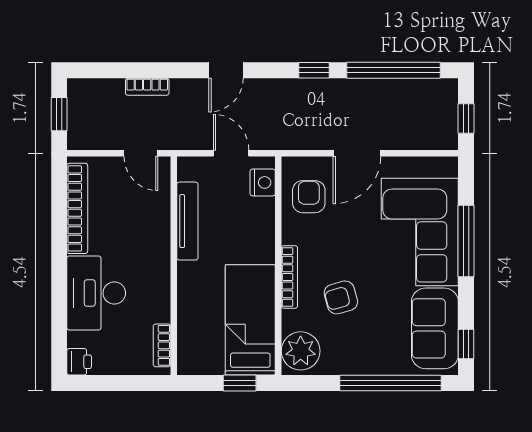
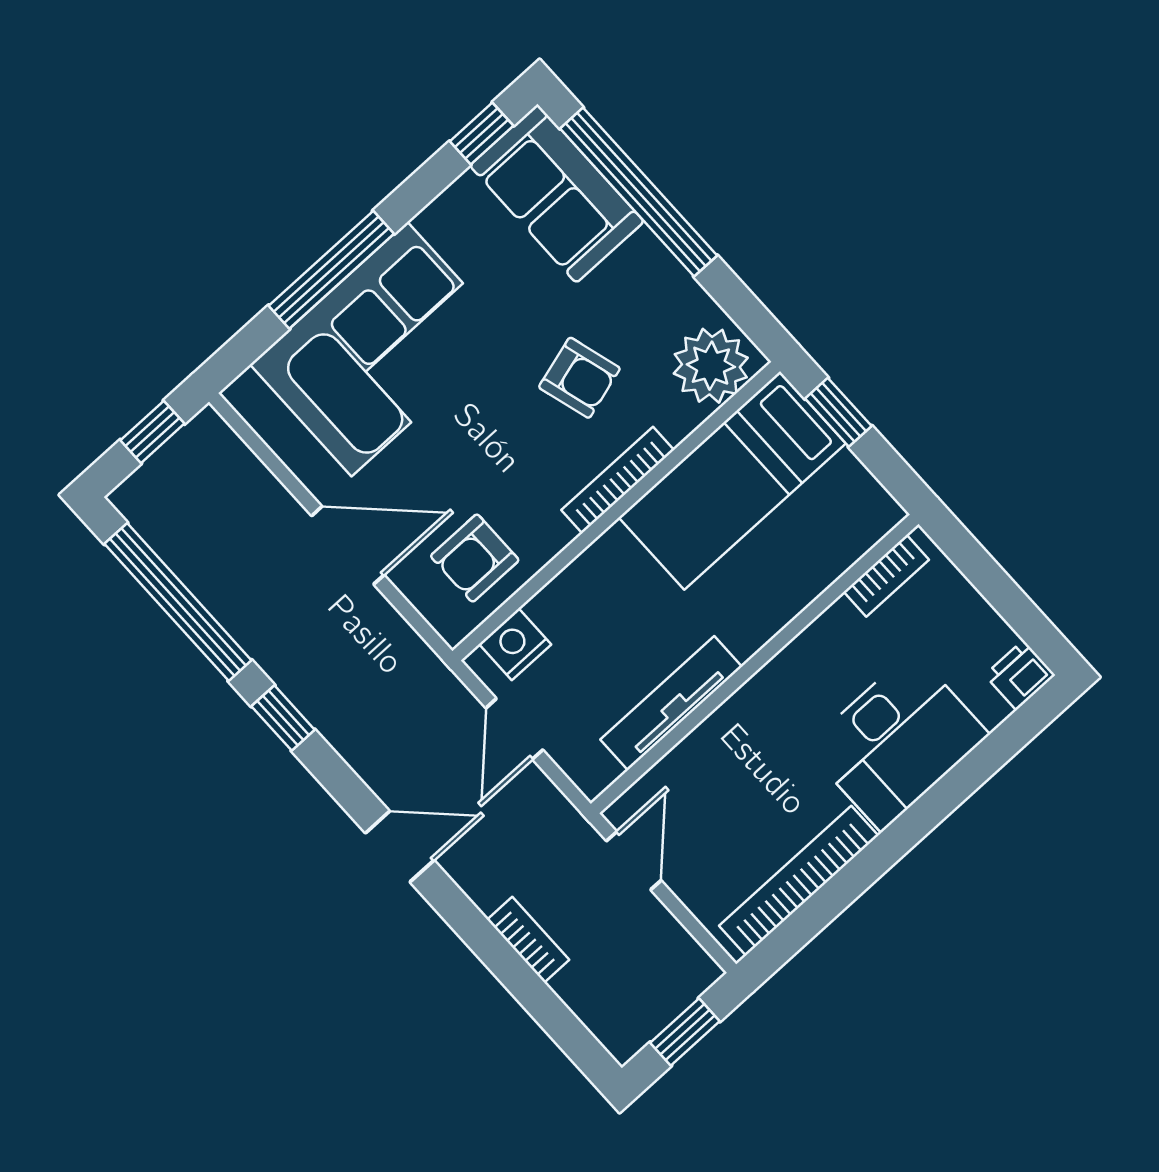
sofa: (435, 328) -> (557, 193), moved, turned 90

